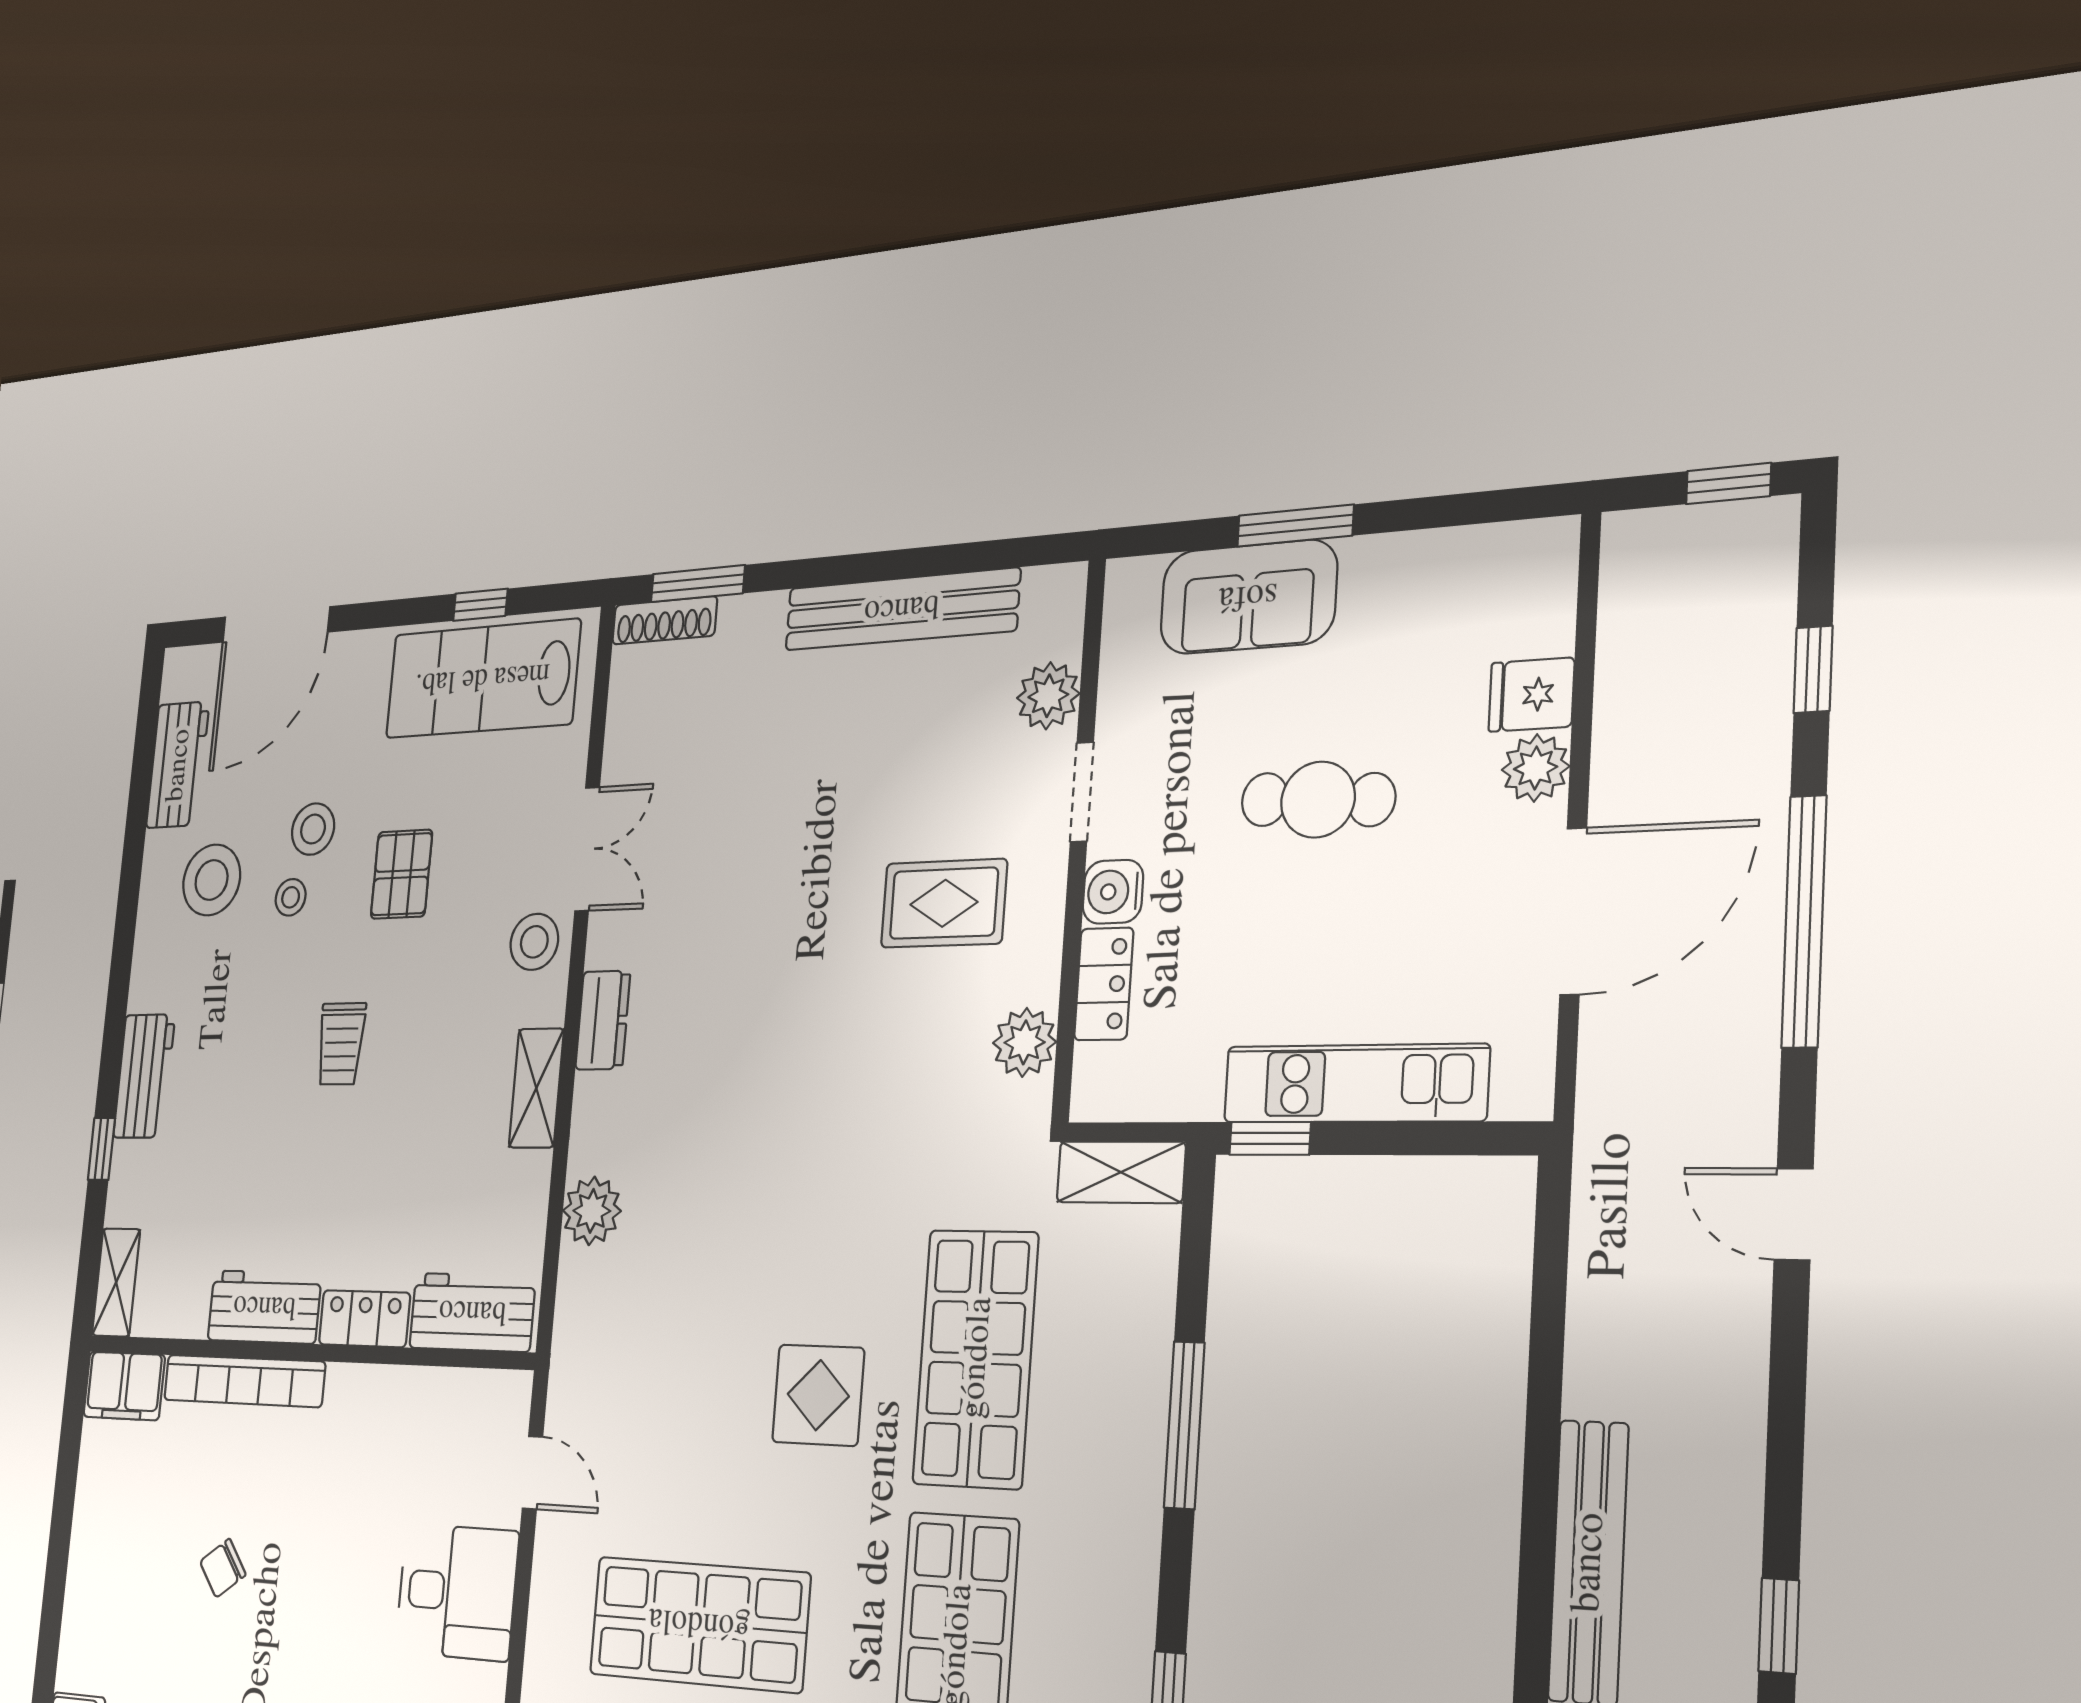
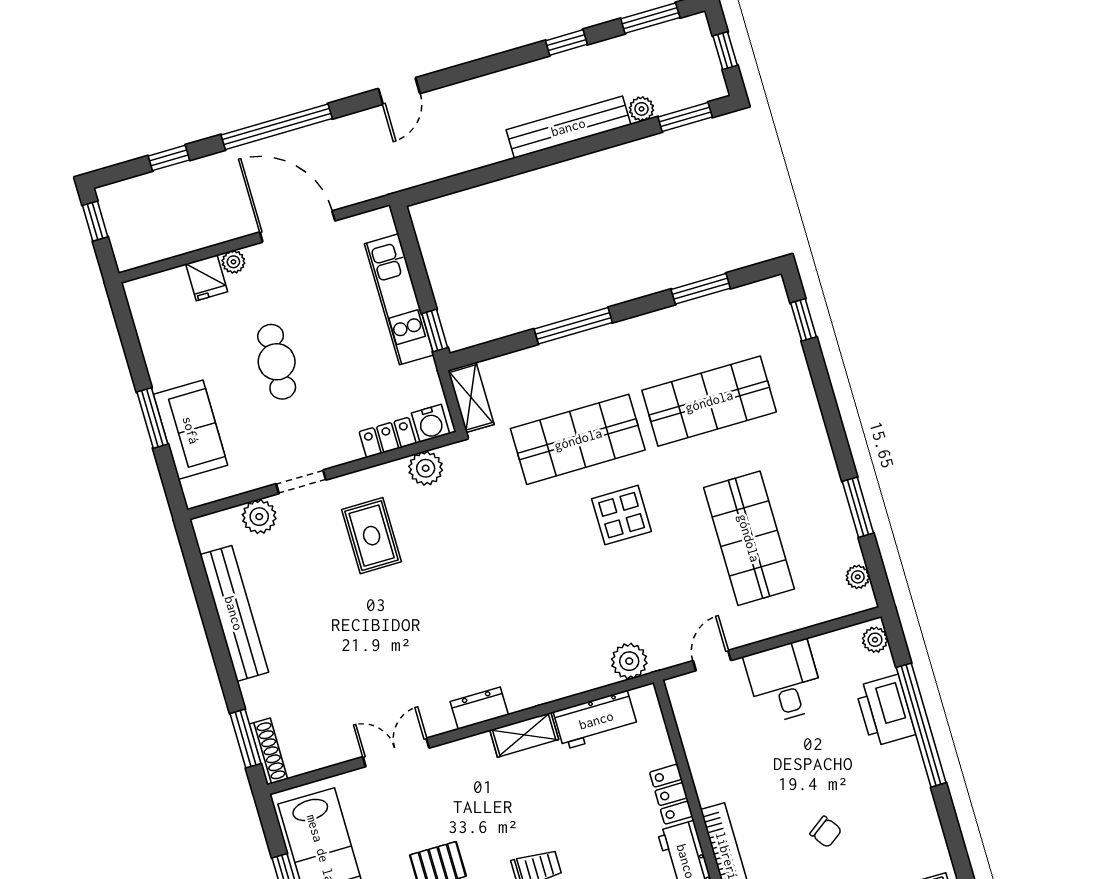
plant: (1536, 768) -> (233, 262), width x0.73, depth x0.73
water cooler: (1113, 892) -> (431, 423), moved
stool: (534, 942) -> (451, 766), removed
plant: (592, 1211) -> (629, 661), moved
workbench: (472, 1312) -> (596, 720), moved, turned -90

